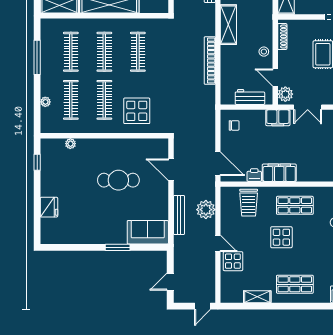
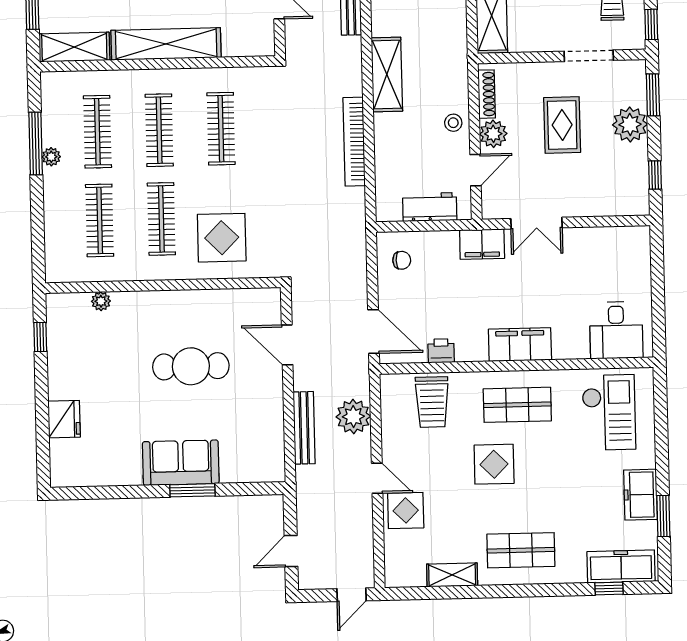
door: (275, 78) -> (475, 170), swing flipped
plant: (285, 94) -> (493, 134), moved
plant: (45, 102) -> (51, 157), moved
filing cabinet: (279, 173) -> (520, 345), moved
sofa: (148, 232) -> (181, 463), moved

